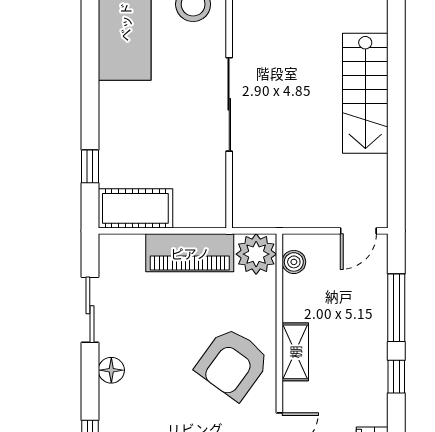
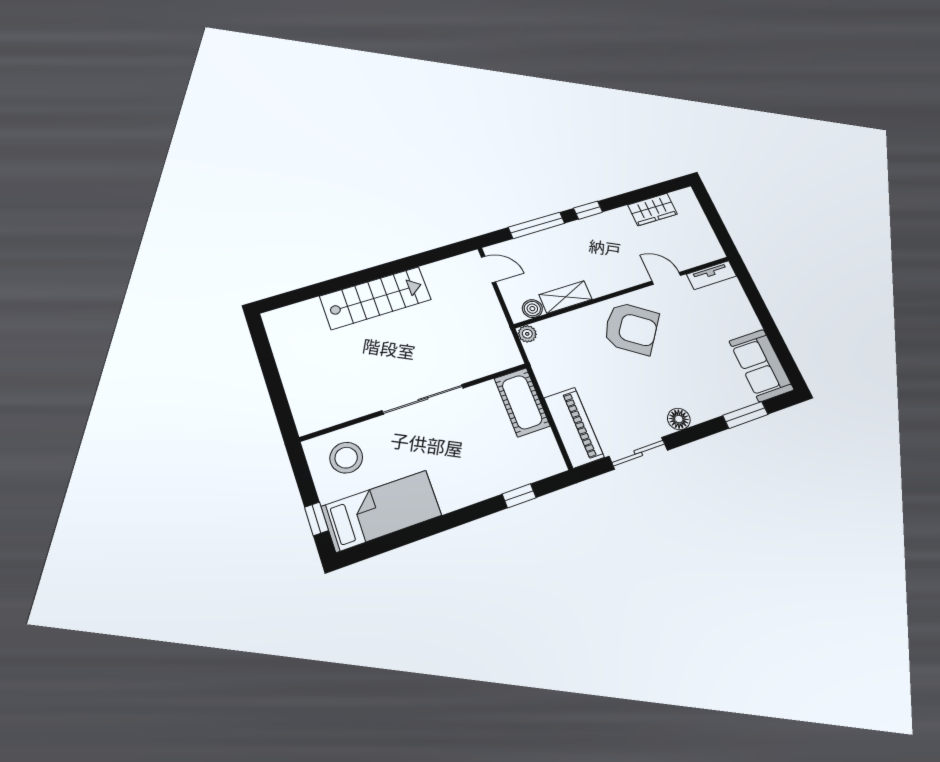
cot: (135, 208) -> (522, 402), moved
piano: (190, 253) -> (574, 427), moved
plant: (256, 254) -> (527, 334), width x0.53, depth x0.53
shelving: (295, 352) -> (566, 297), moved

